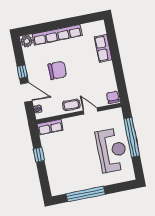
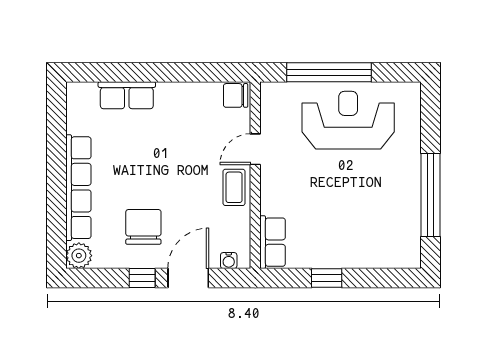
chair: (57, 70) -> (143, 227), moved

